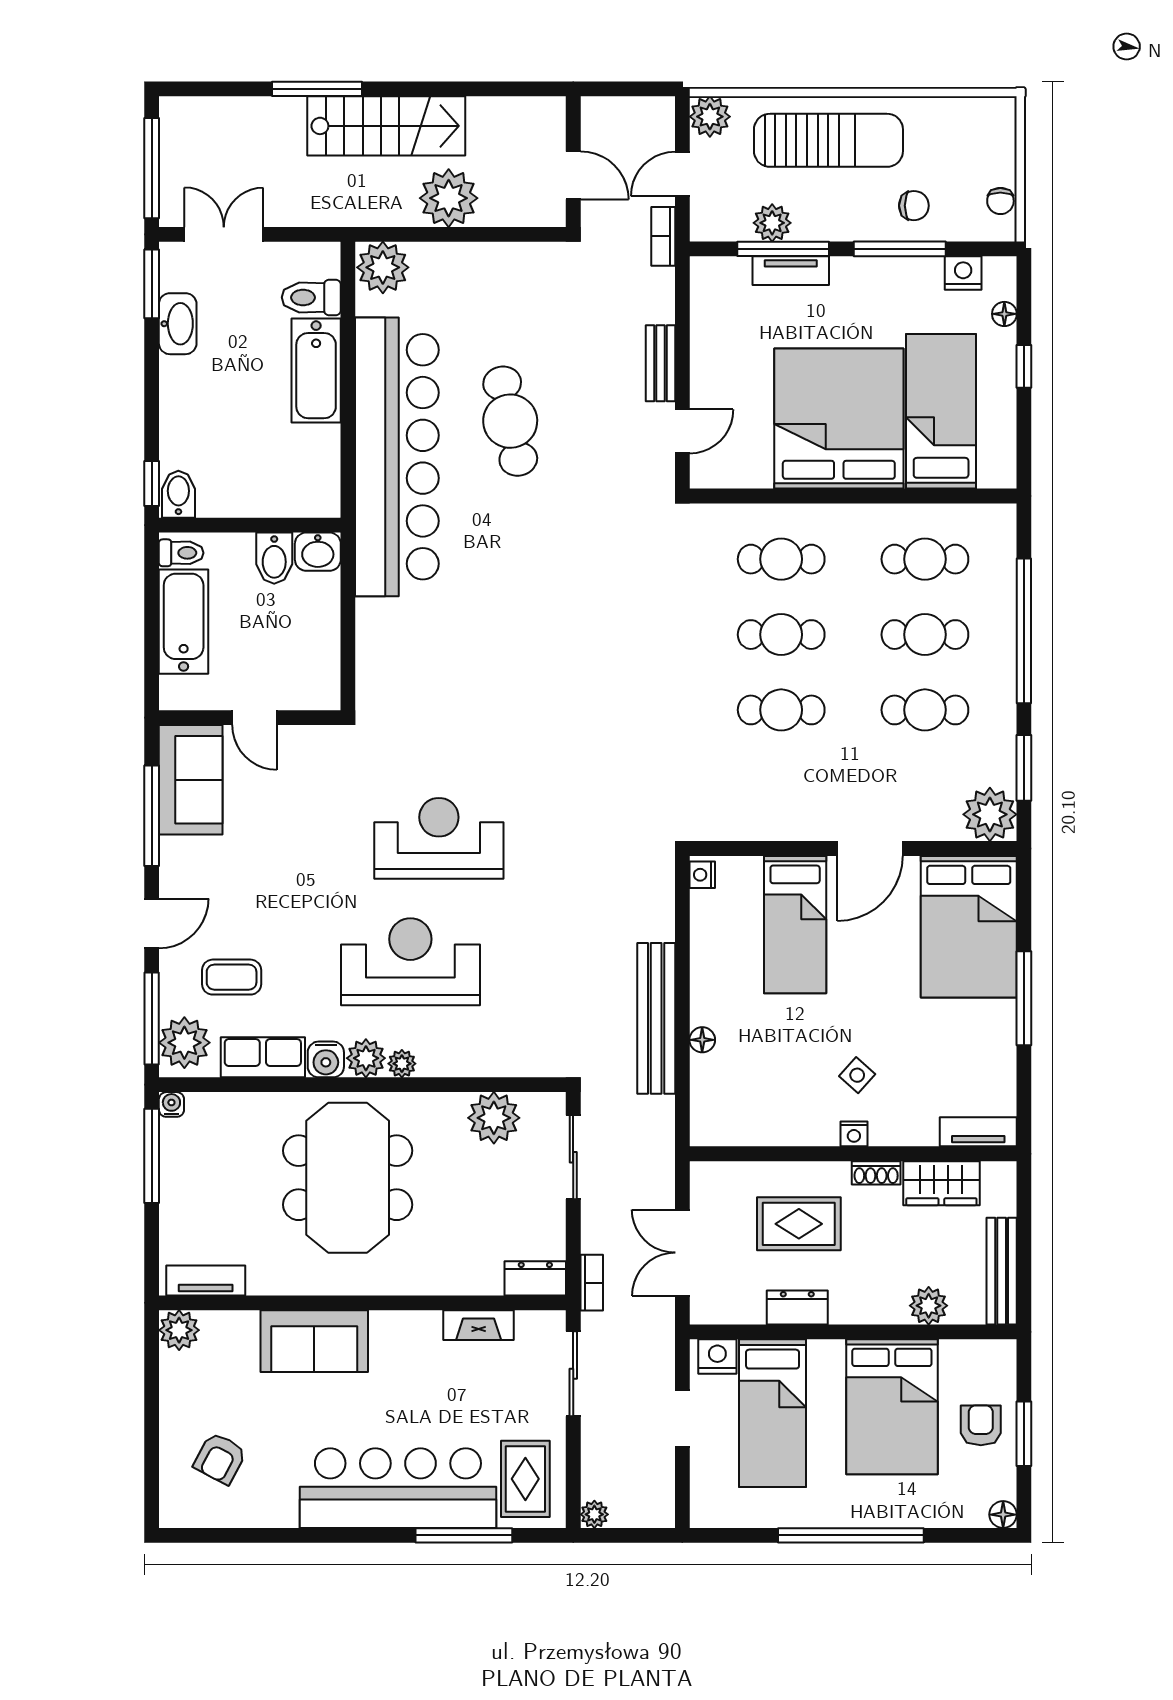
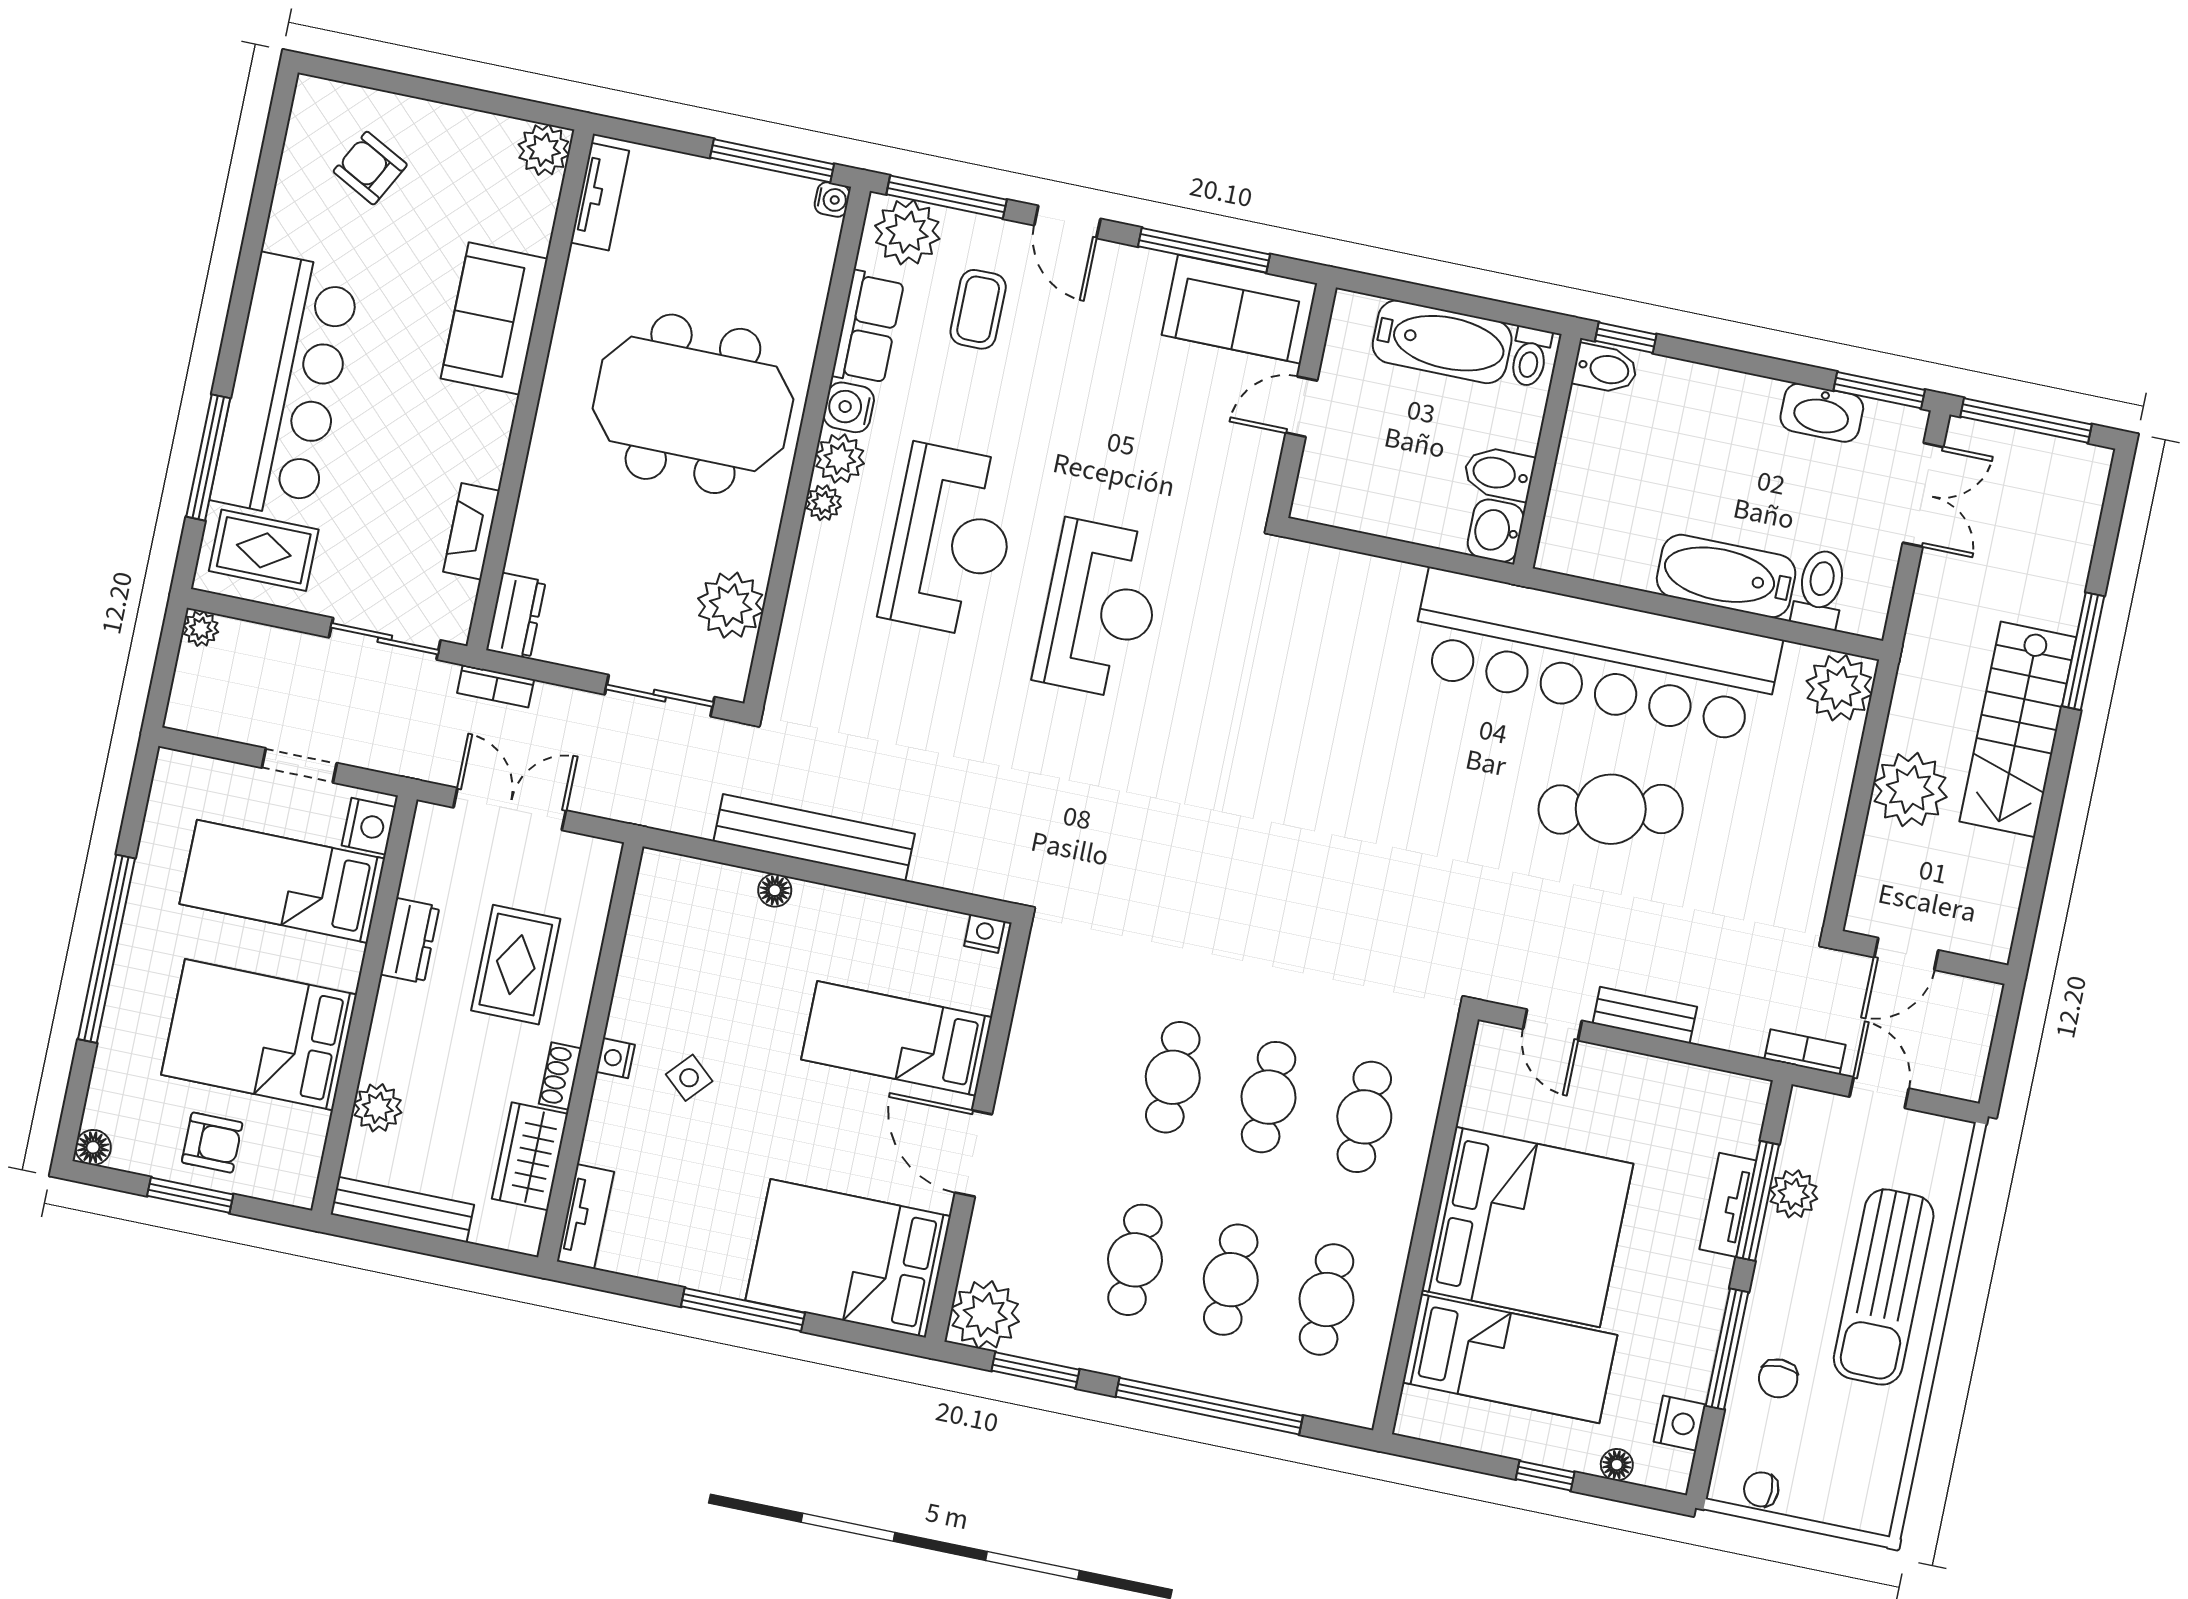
plant: (710, 117) -> (1945, 1143), removed

